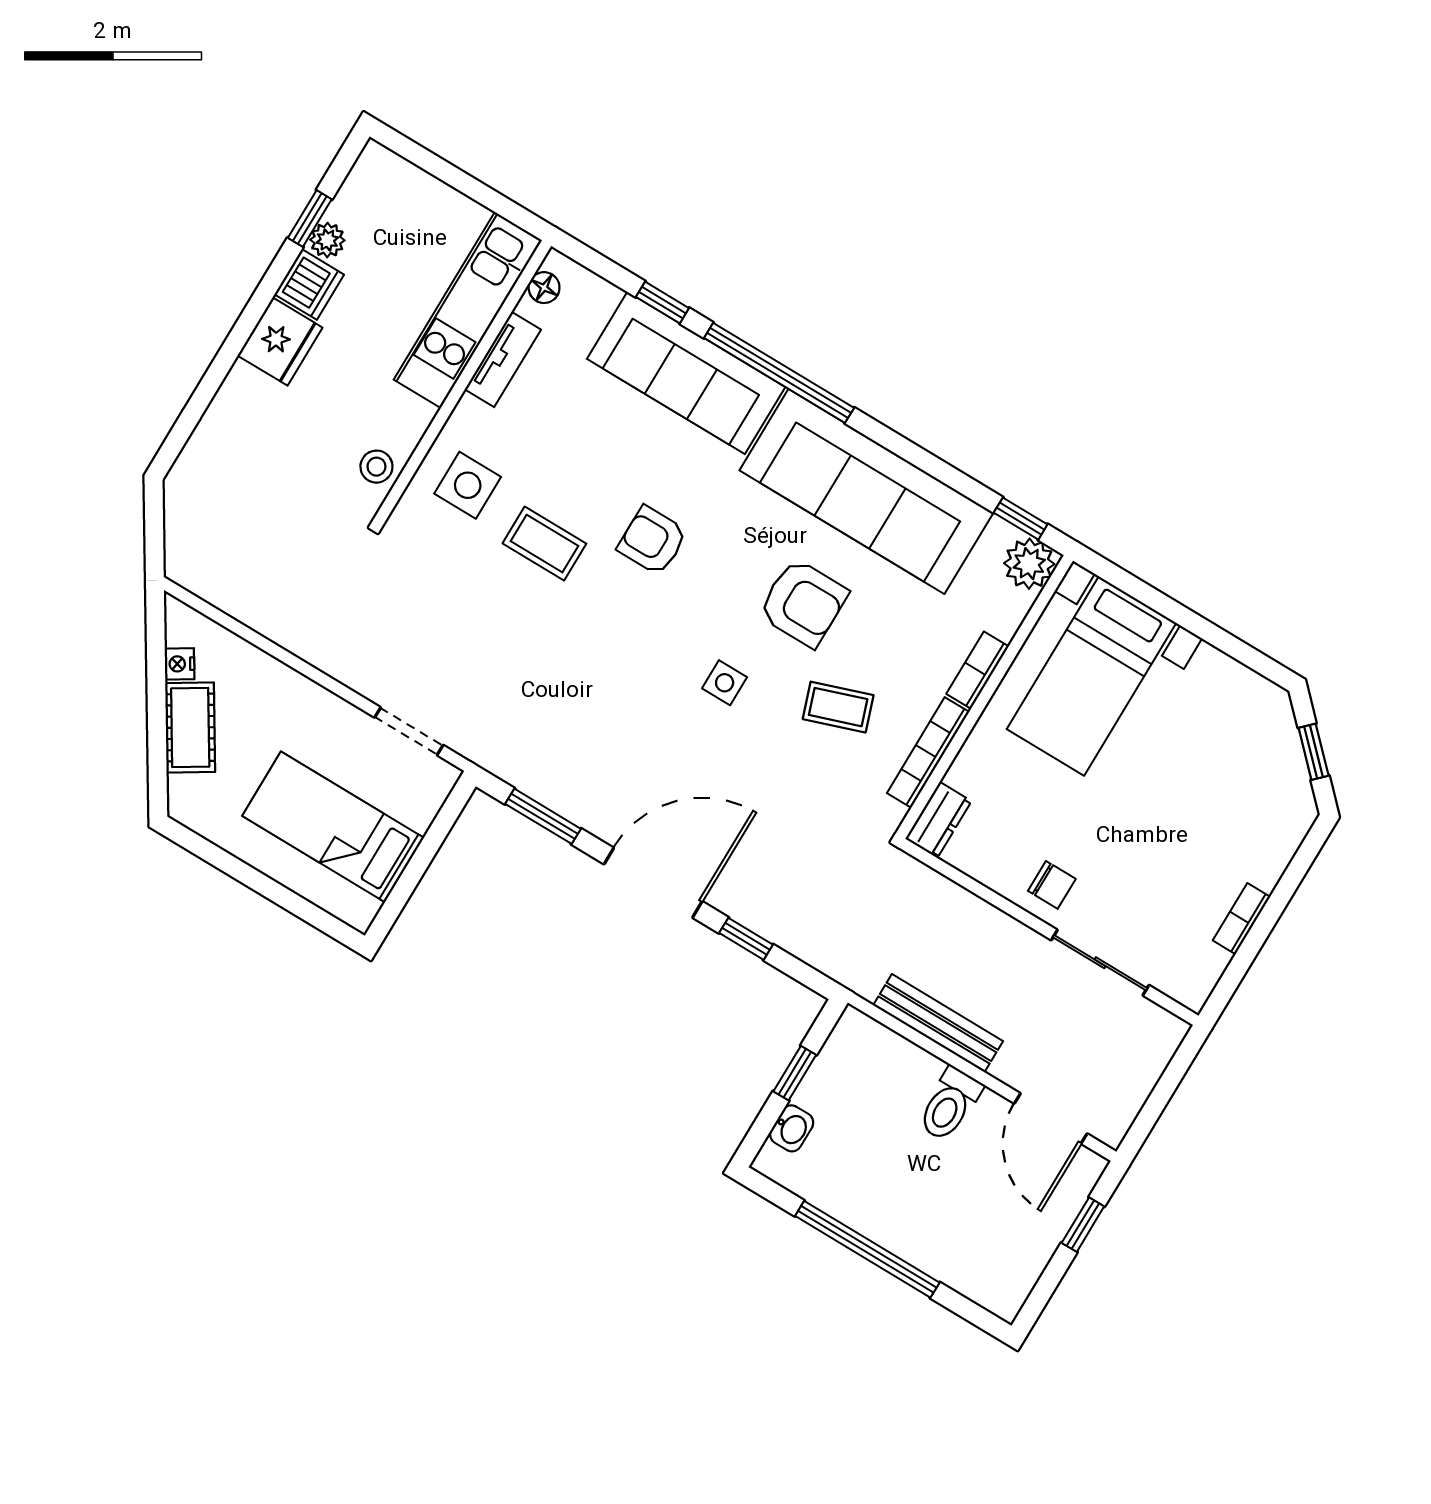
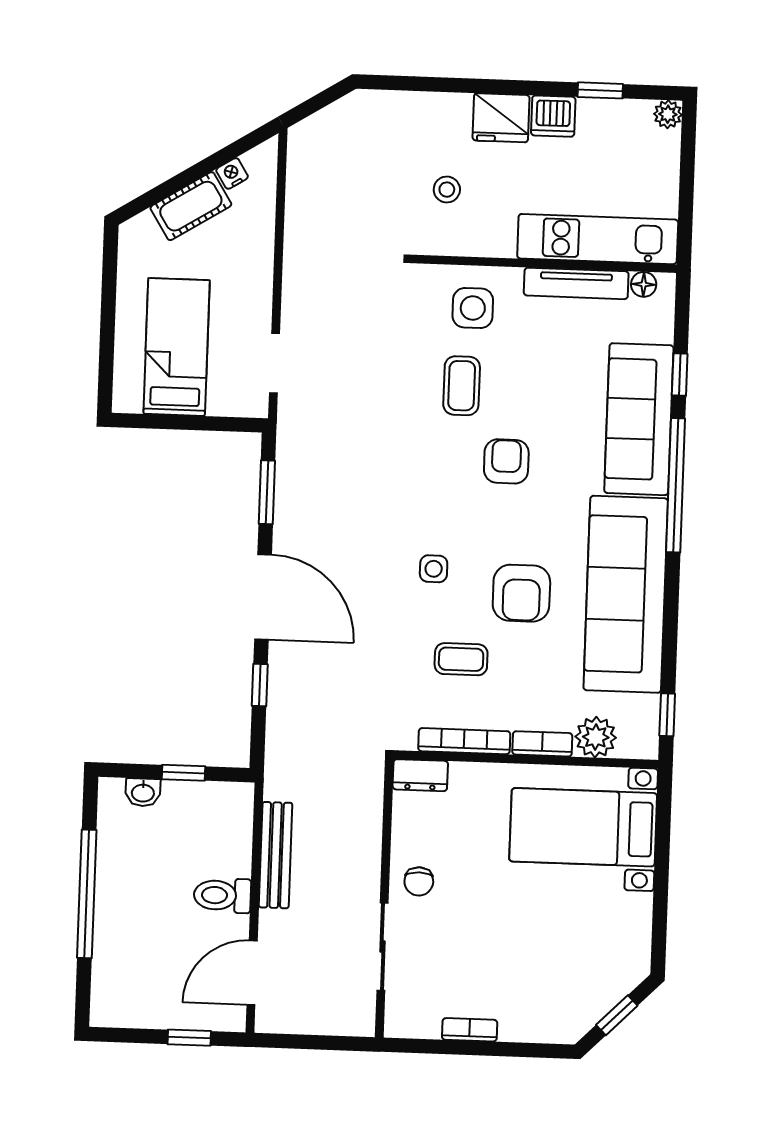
plant: (327, 240) -> (668, 114), moved
tv unit: (503, 359) -> (576, 283), width x1.41
stool: (376, 467) -> (447, 190), moved
plant: (1029, 564) -> (596, 737), moved
coffee table: (838, 707) -> (461, 659), turned -71

